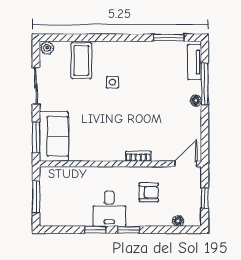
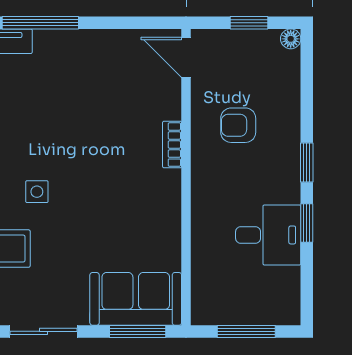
floor lamp: (196, 101) -> (70, 39), removed
armchair: (149, 192) -> (238, 125), turned -90
desk: (109, 209) -> (268, 235), moved
floor lamp: (178, 221) -> (291, 39), moved

